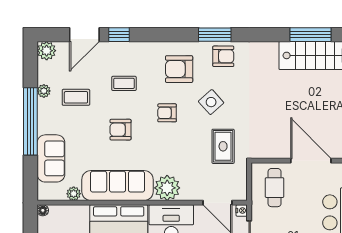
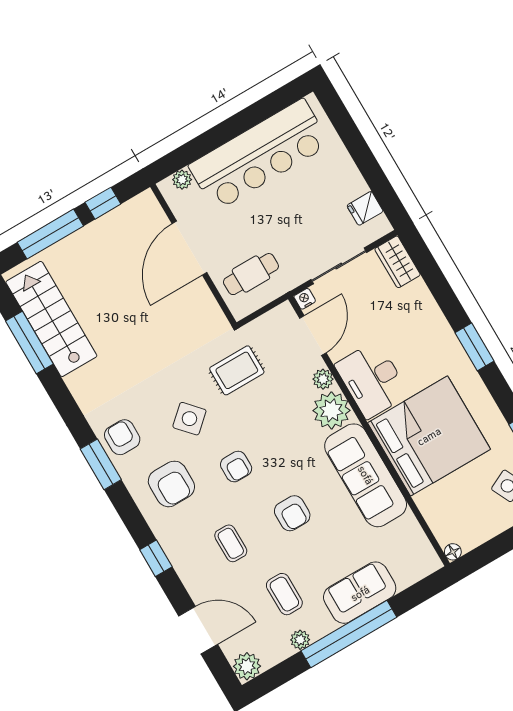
window: (119, 35) -> (156, 558), moved
sofa: (51, 158) -> (360, 593), moved
plant: (74, 194) -> (323, 379), moved

